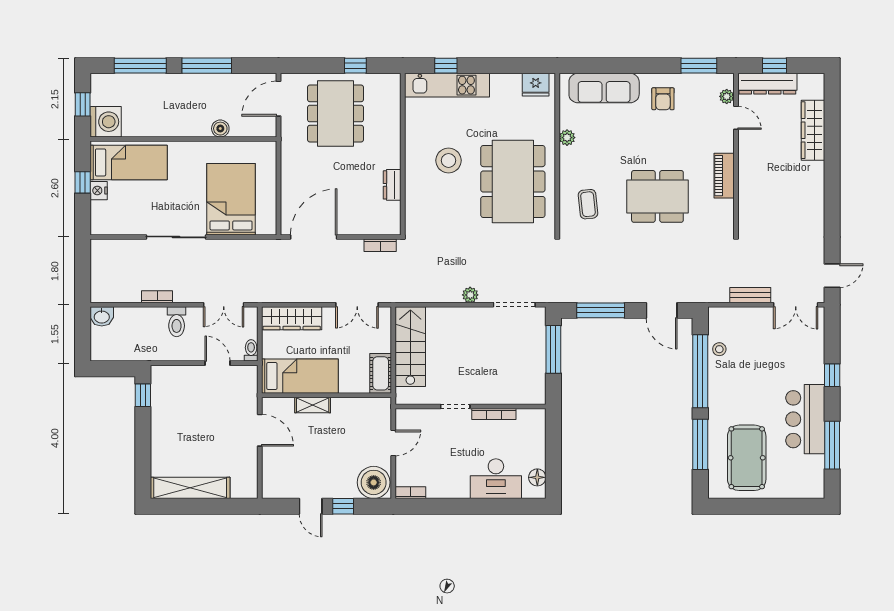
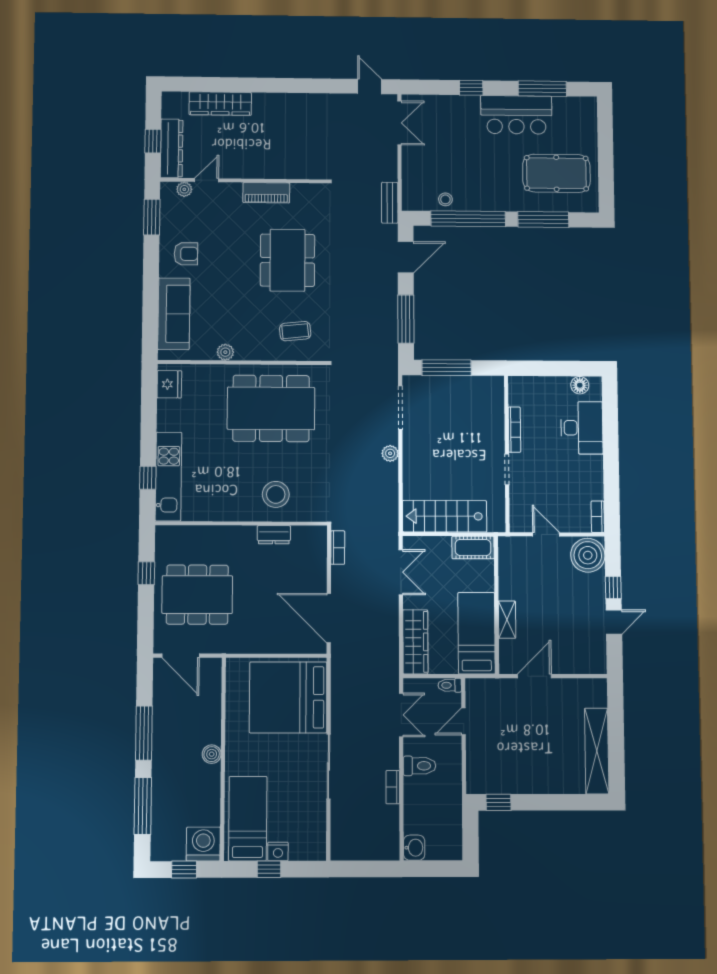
boiler: (220, 129) -> (212, 754), moved
stool: (449, 160) -> (276, 494), moved
bed: (231, 199) -> (288, 697), width x1.36
bench: (750, 295) -> (390, 203), moved

